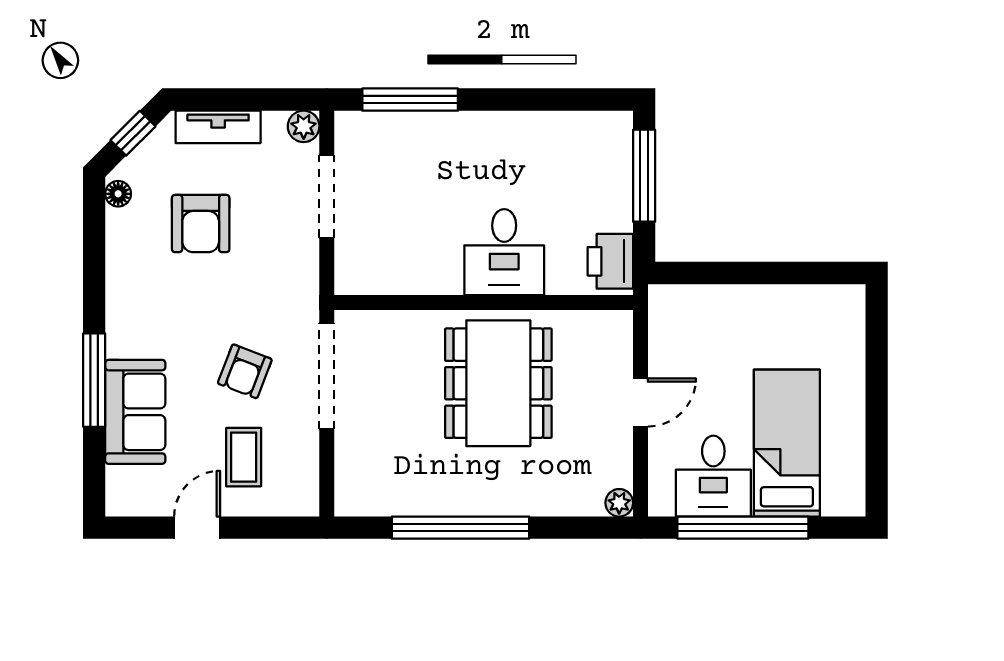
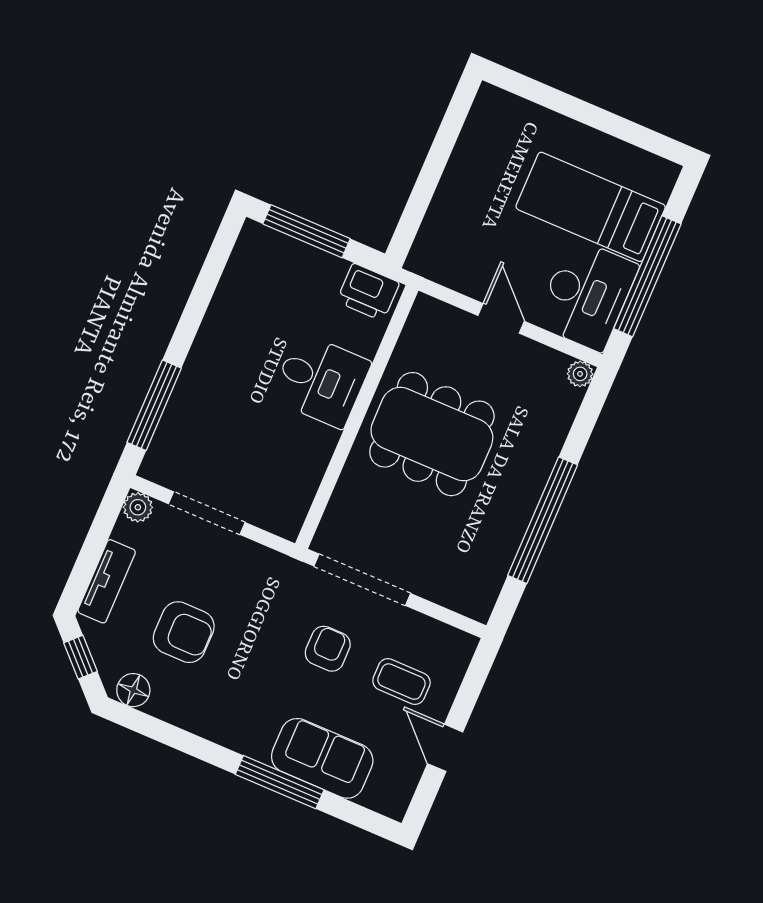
floor lamp: (118, 194) -> (133, 690), width x1.37, depth x1.37
armchair: (245, 371) -> (328, 649), turned -111
desk: (713, 476) -> (587, 295), width x1.37

